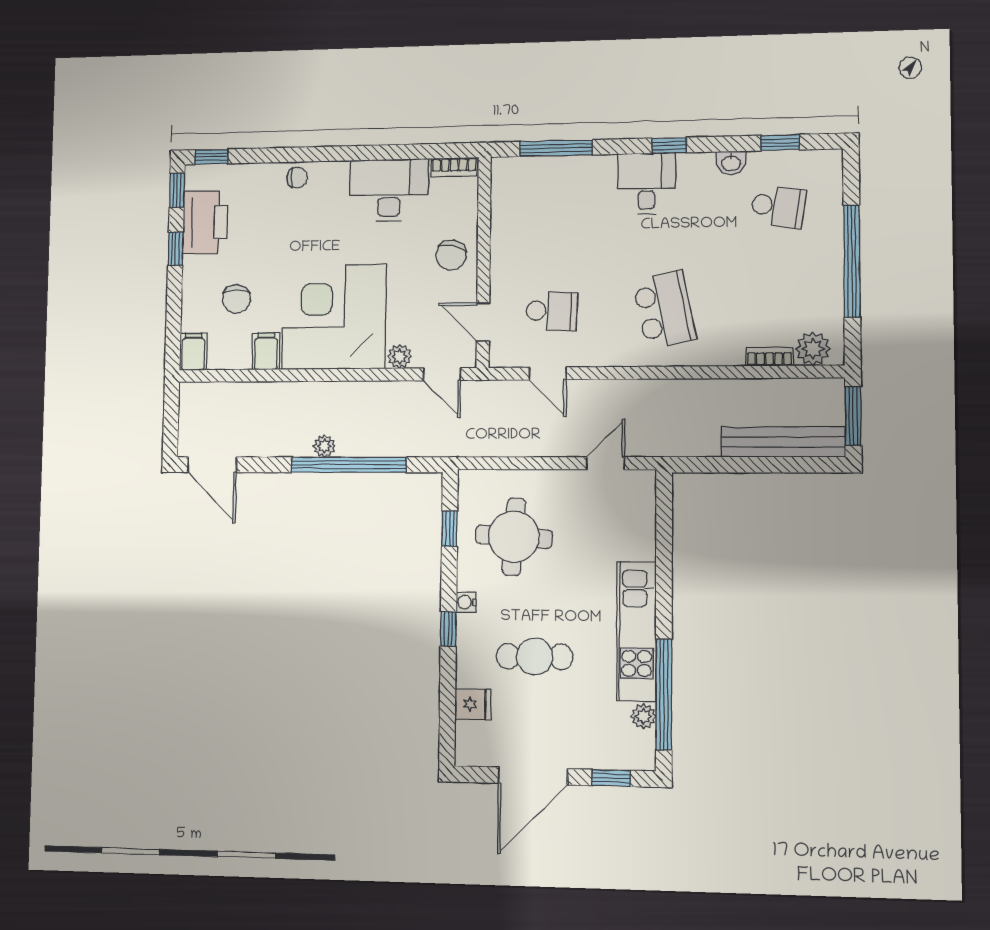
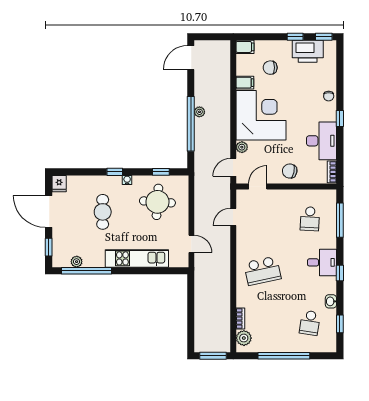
window: (211, 157) -> (340, 119), moved
school desk: (552, 311) -> (310, 219), moved
bench: (783, 442) -> (201, 325), removed
kitchen unit: (637, 631) -> (137, 258), moved
fridge: (473, 704) -> (59, 184), moved

